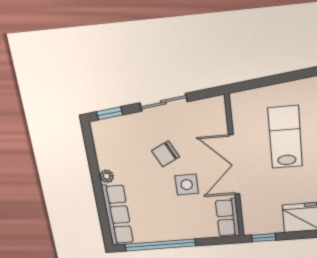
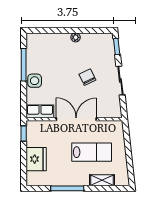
side table: (187, 185) -> (35, 81), moved
row of seats: (118, 215) -> (48, 40), removed
window: (160, 245) -> (24, 65), width x0.68

